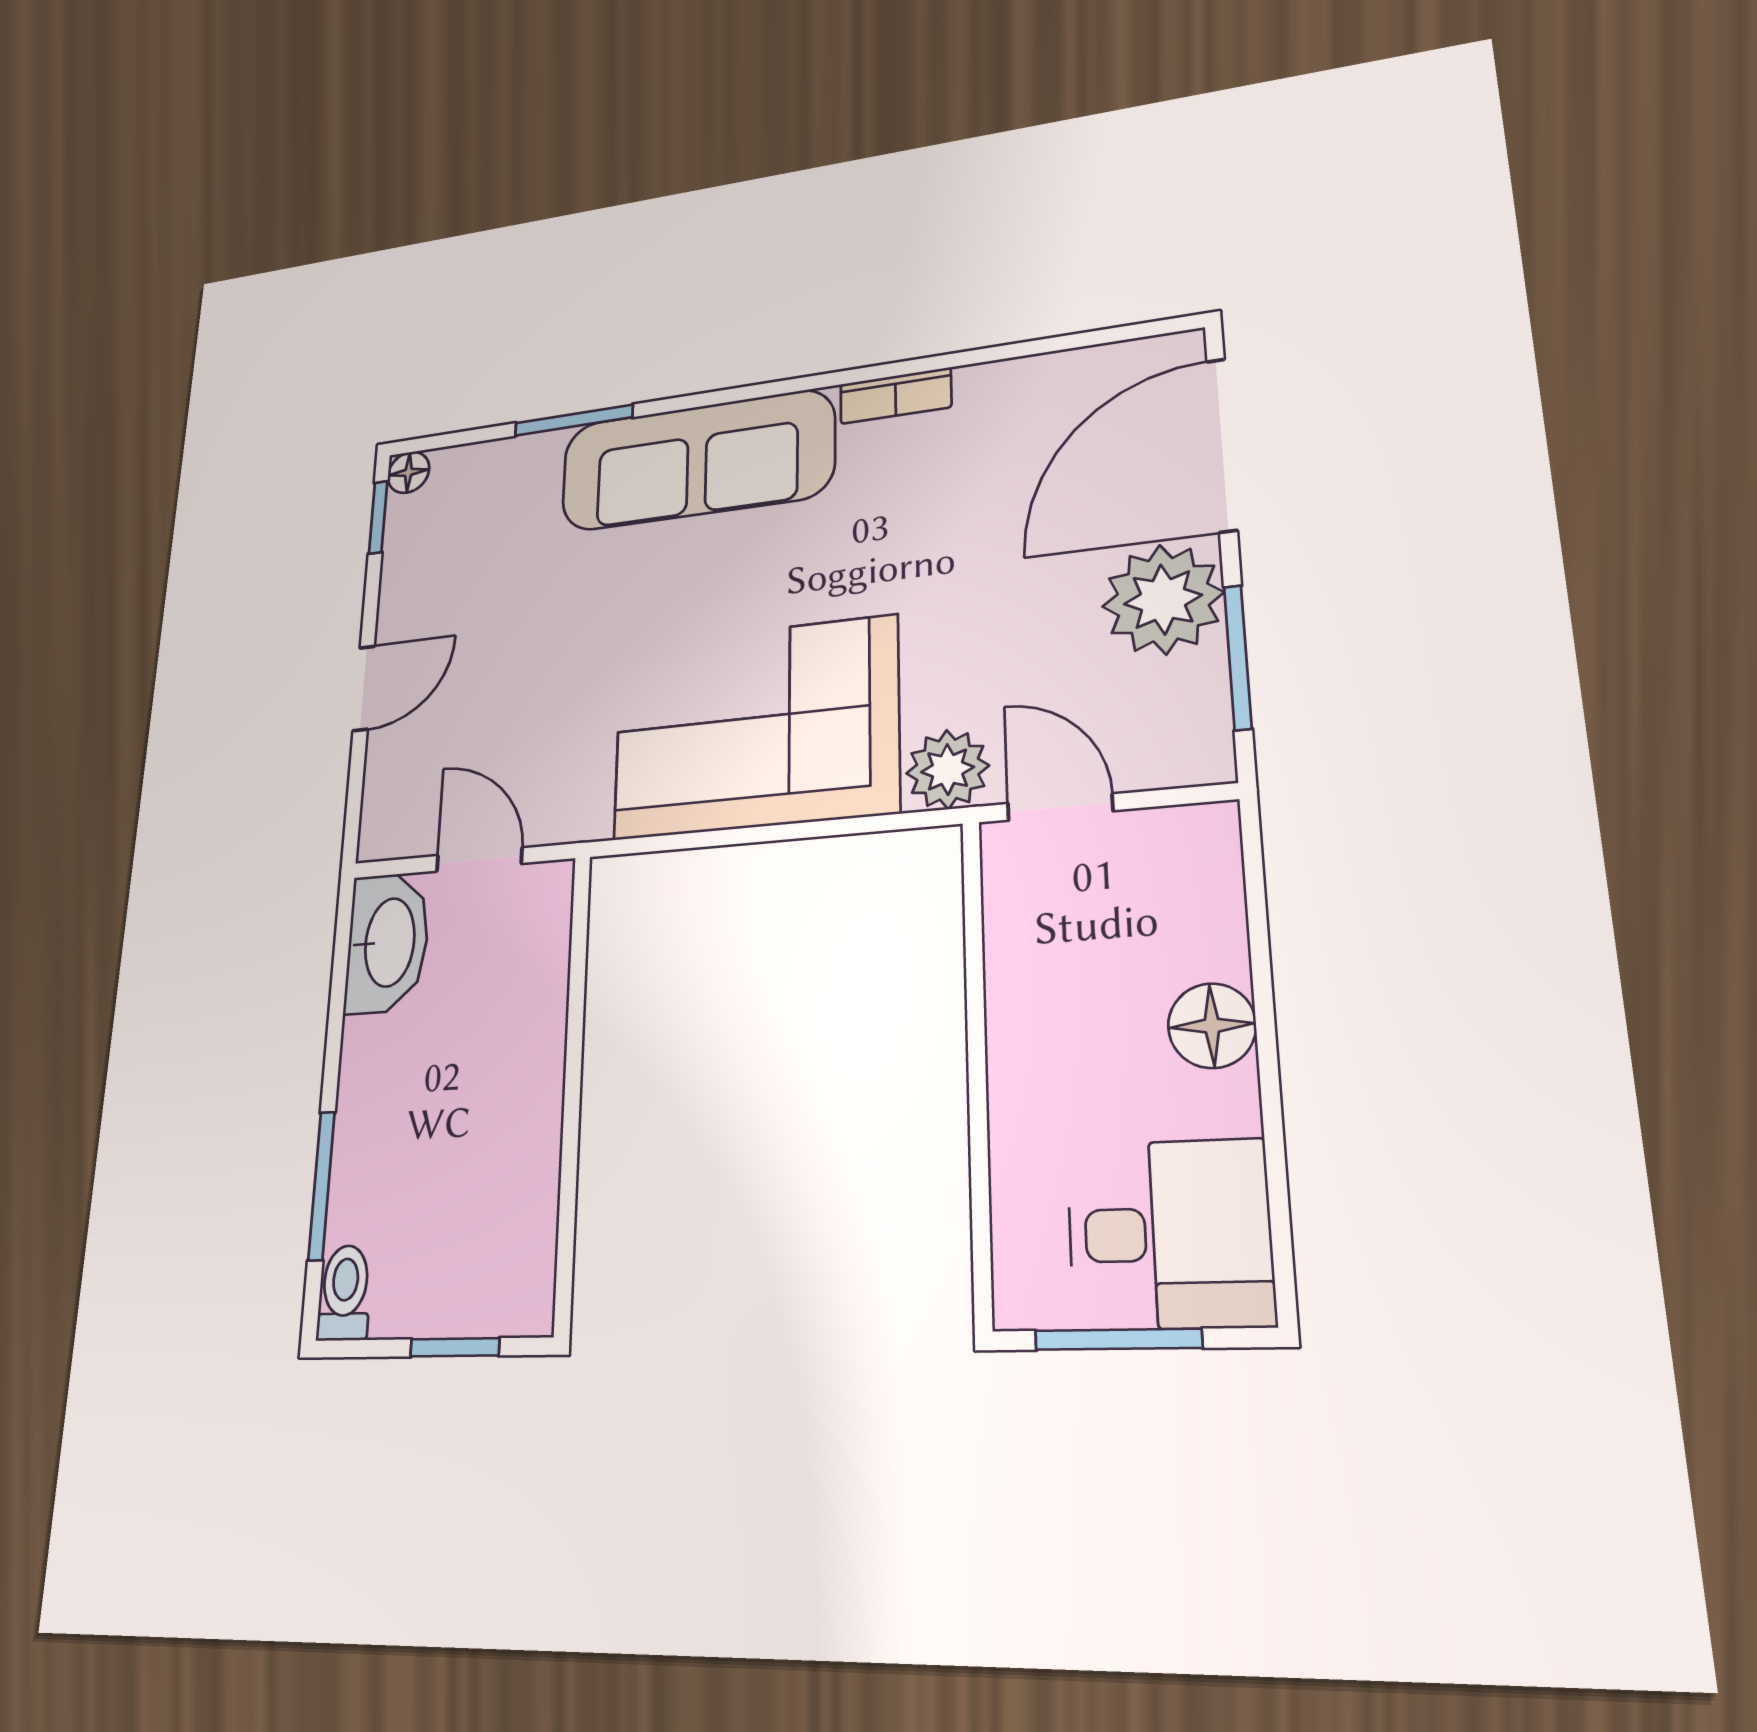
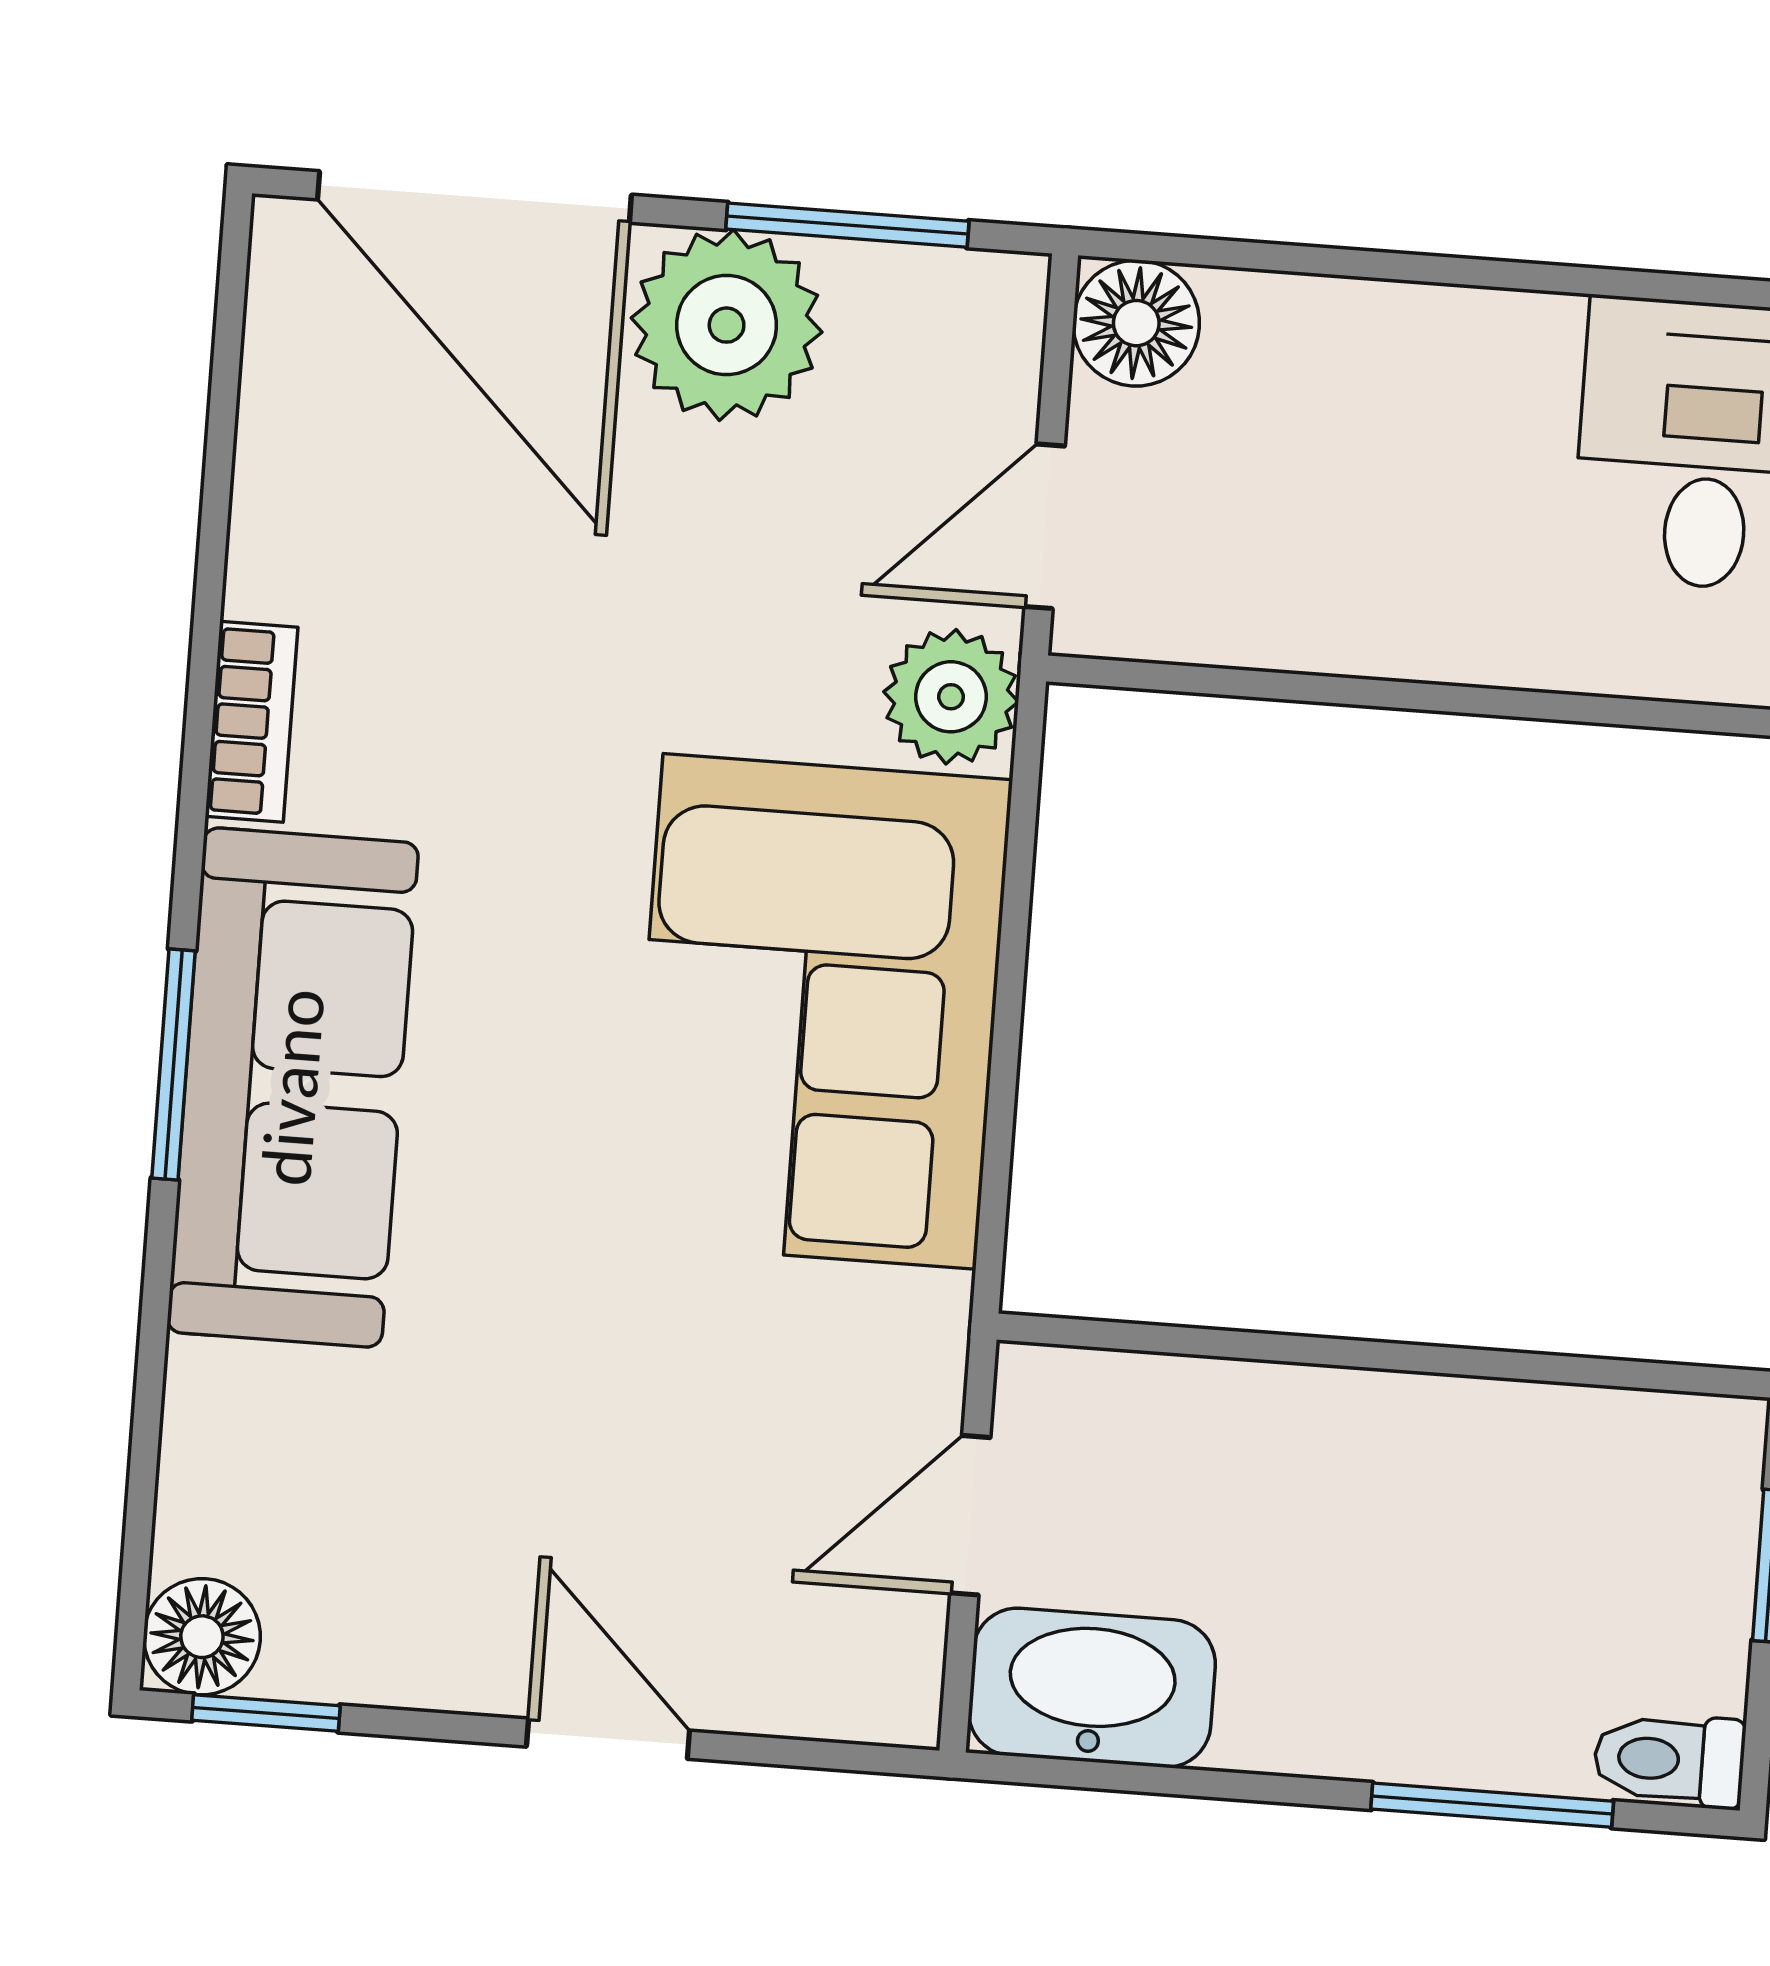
window: (574, 420) -> (174, 1064), moved
floor lamp: (408, 472) -> (202, 1637), width x1.37, depth x1.37
floor lamp: (1212, 1026) -> (1136, 323), moved

